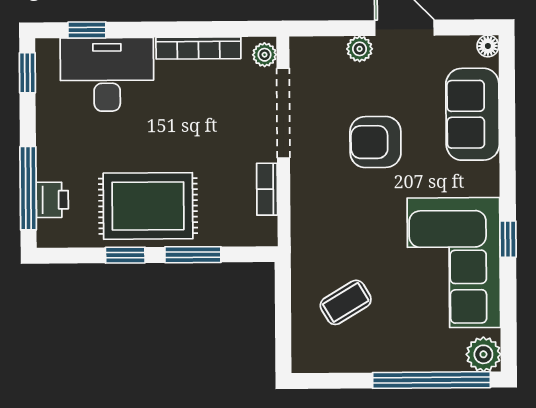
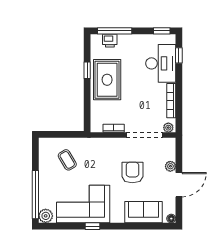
window: (193, 255) -> (87, 98), removed

